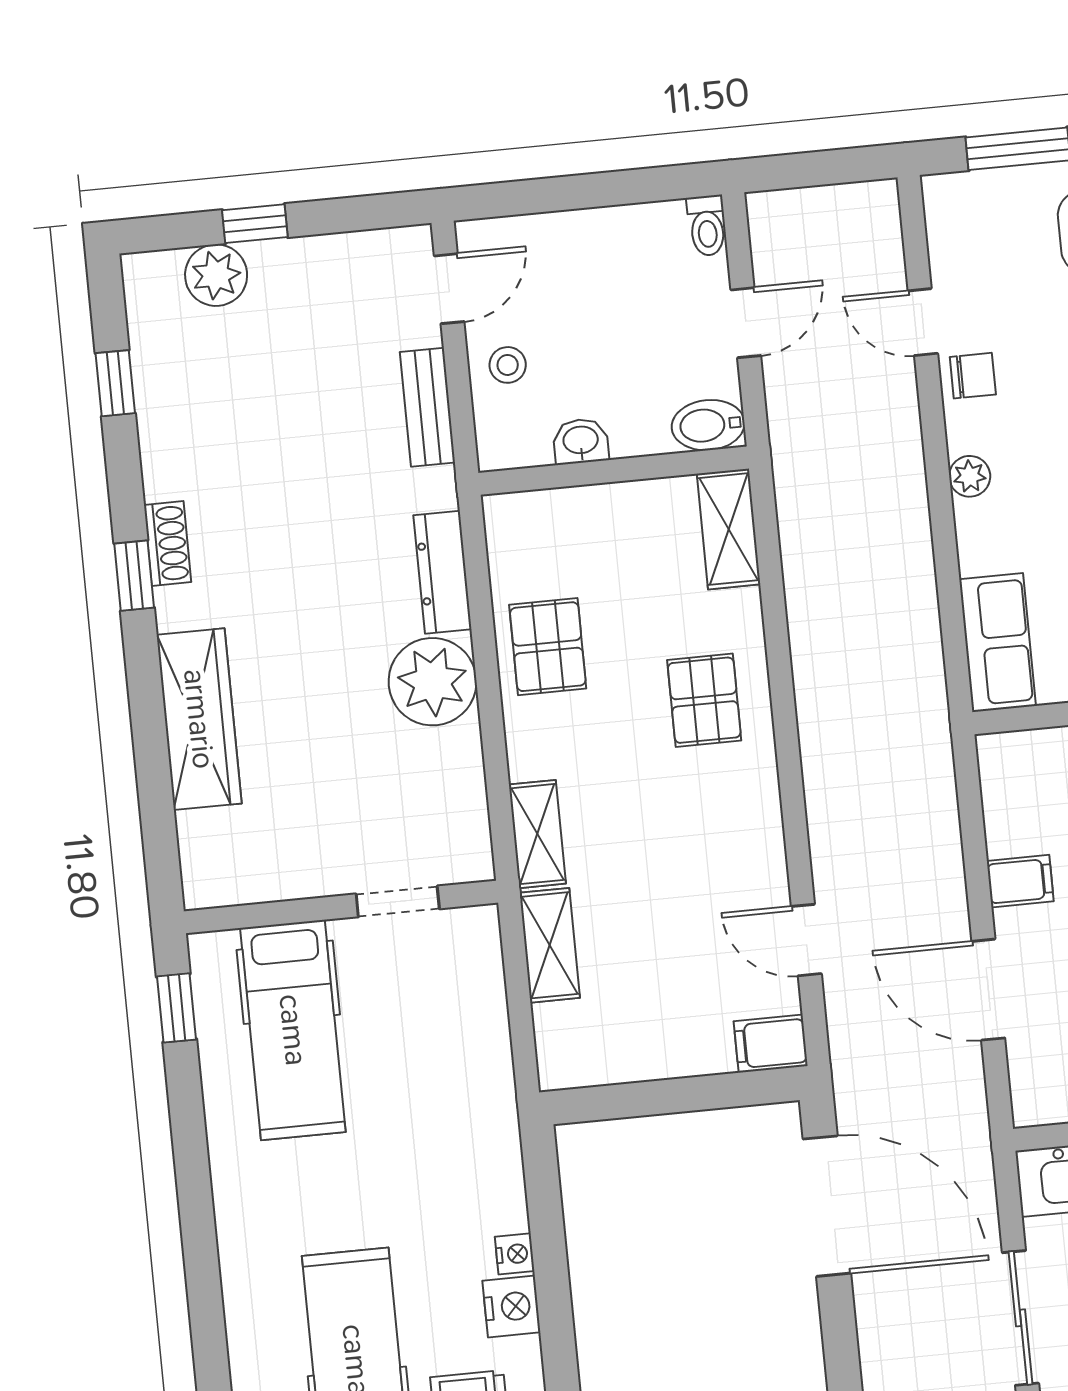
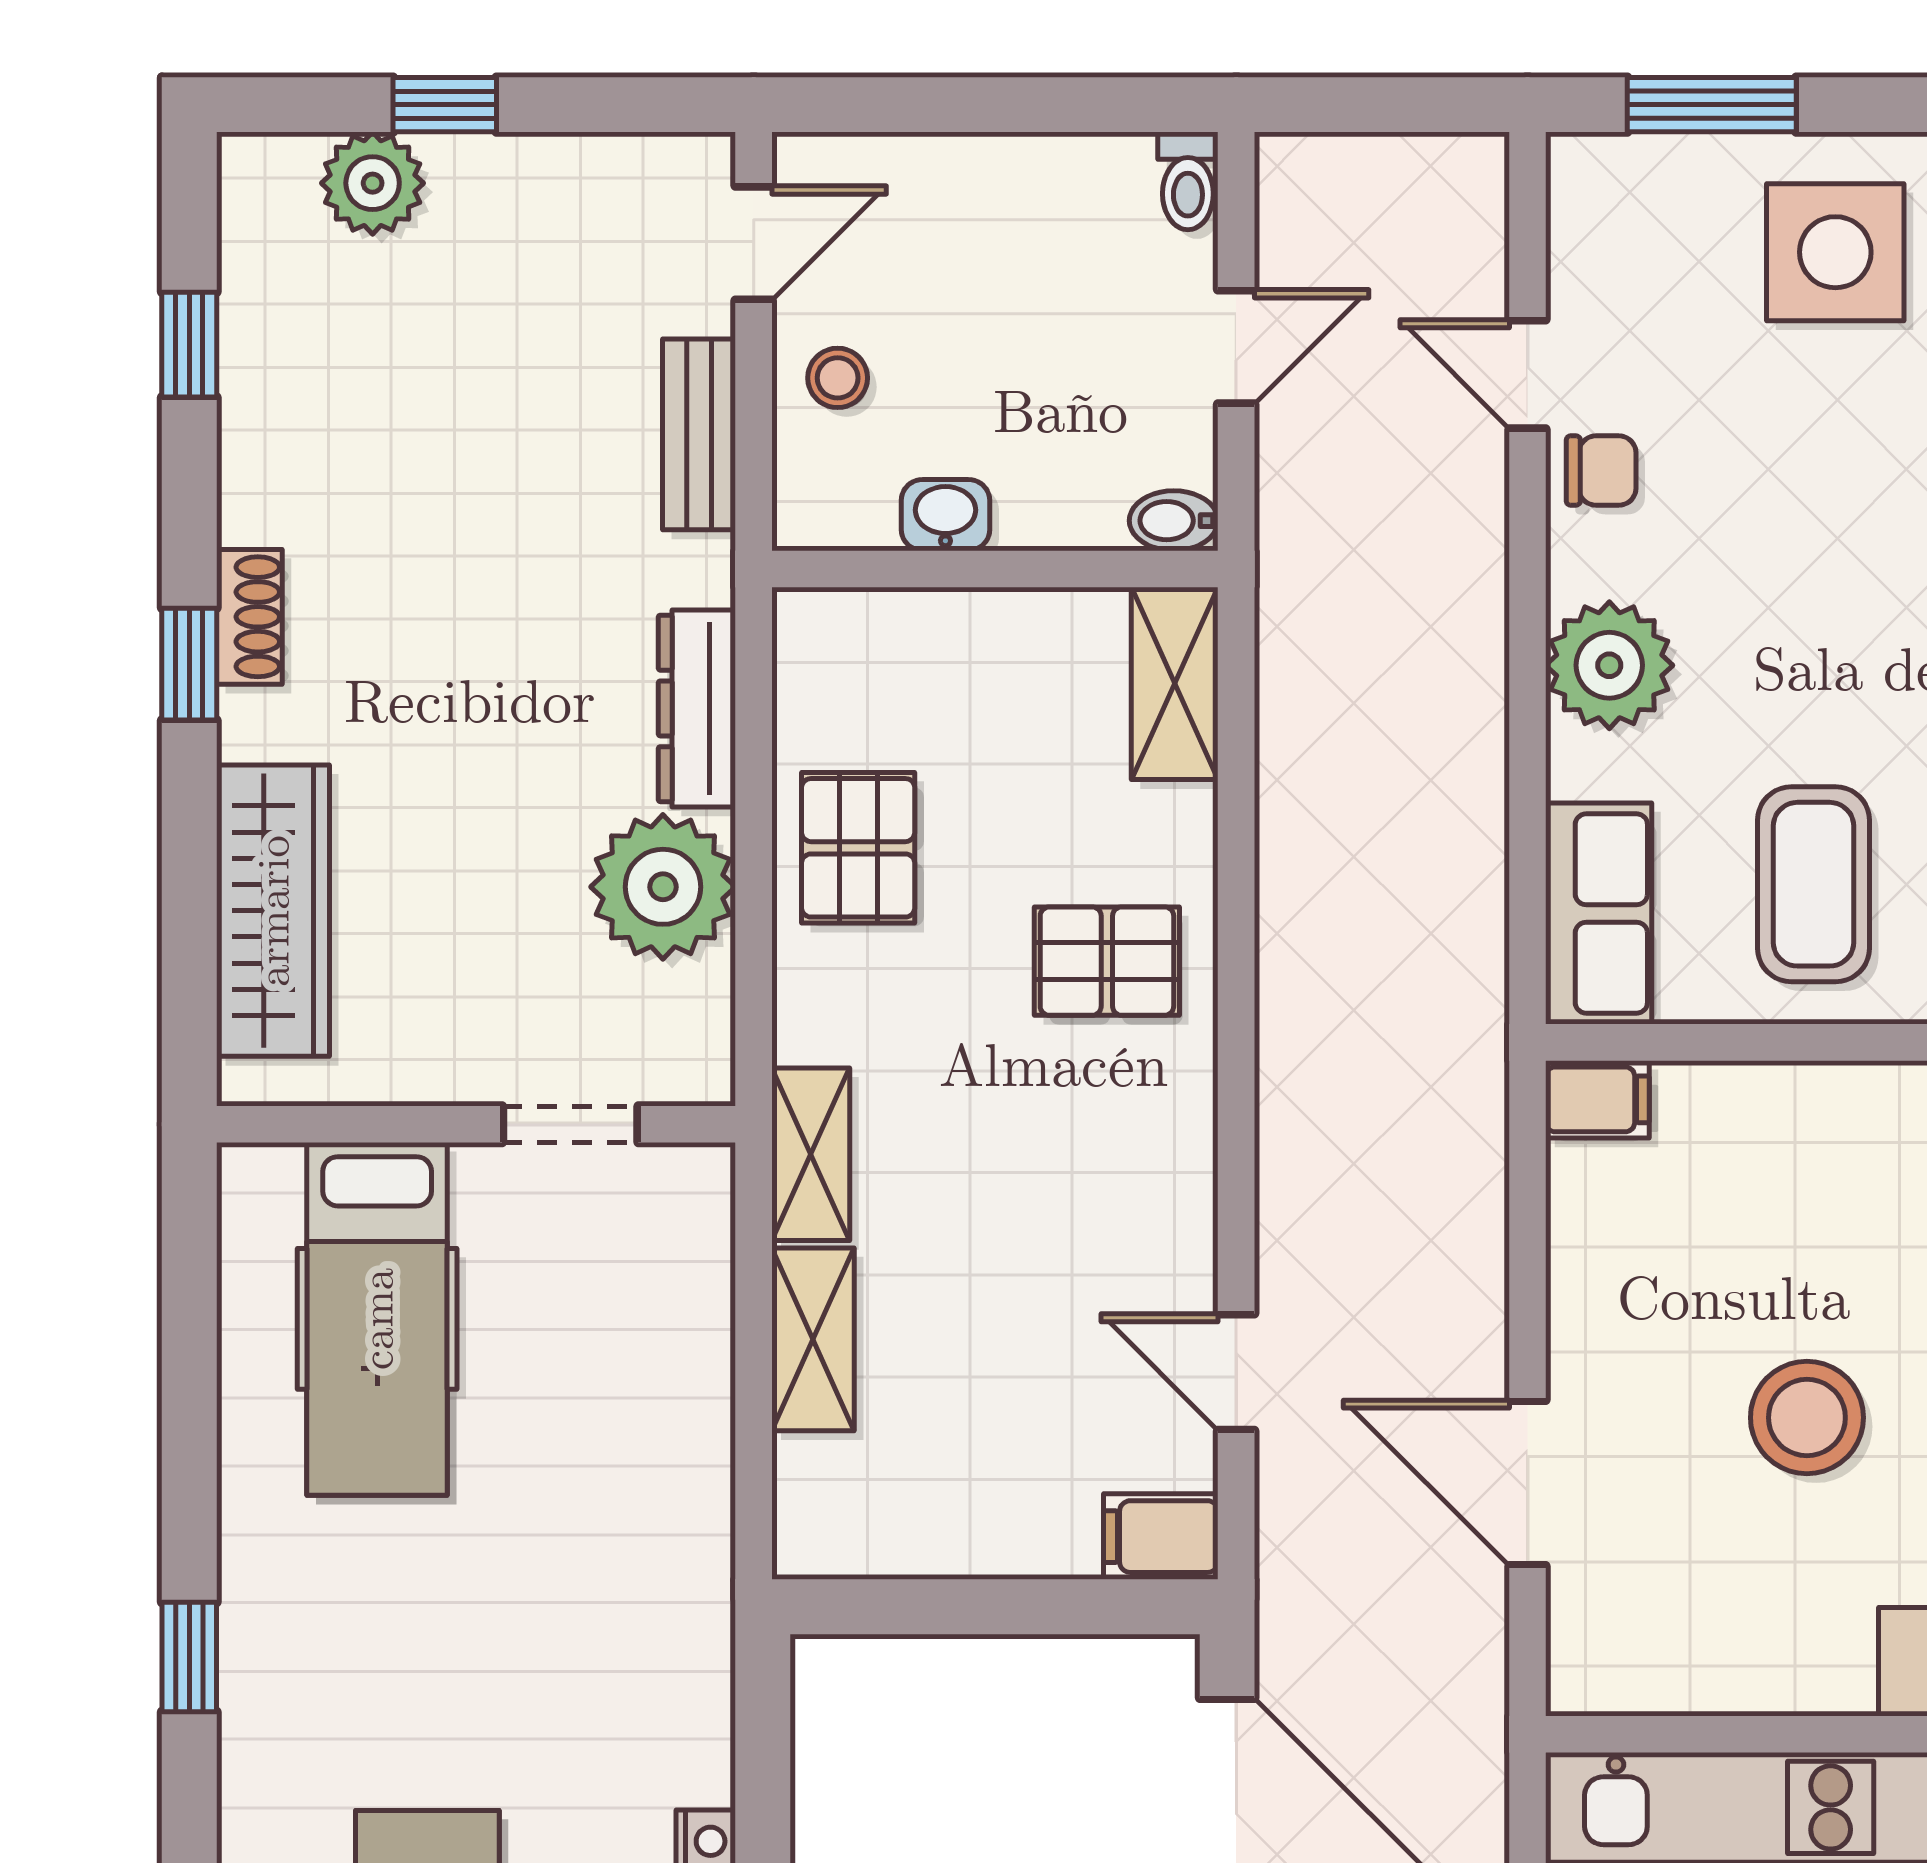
bidet: (708, 425) -> (1174, 521), width x0.72, depth x0.74
plant: (970, 476) -> (1609, 665), width x1.88, depth x1.88
pallet: (704, 700) -> (1107, 961), turned 90
filing cabinet: (1020, 881) -> (1597, 1099), moved
doorway: (398, 901) -> (570, 1124), moved
wall: (341, 907) -> (476, 1124), moved
window: (177, 1008) -> (189, 1657), moved
hospital bed: (293, 1030) -> (377, 1319), moved

